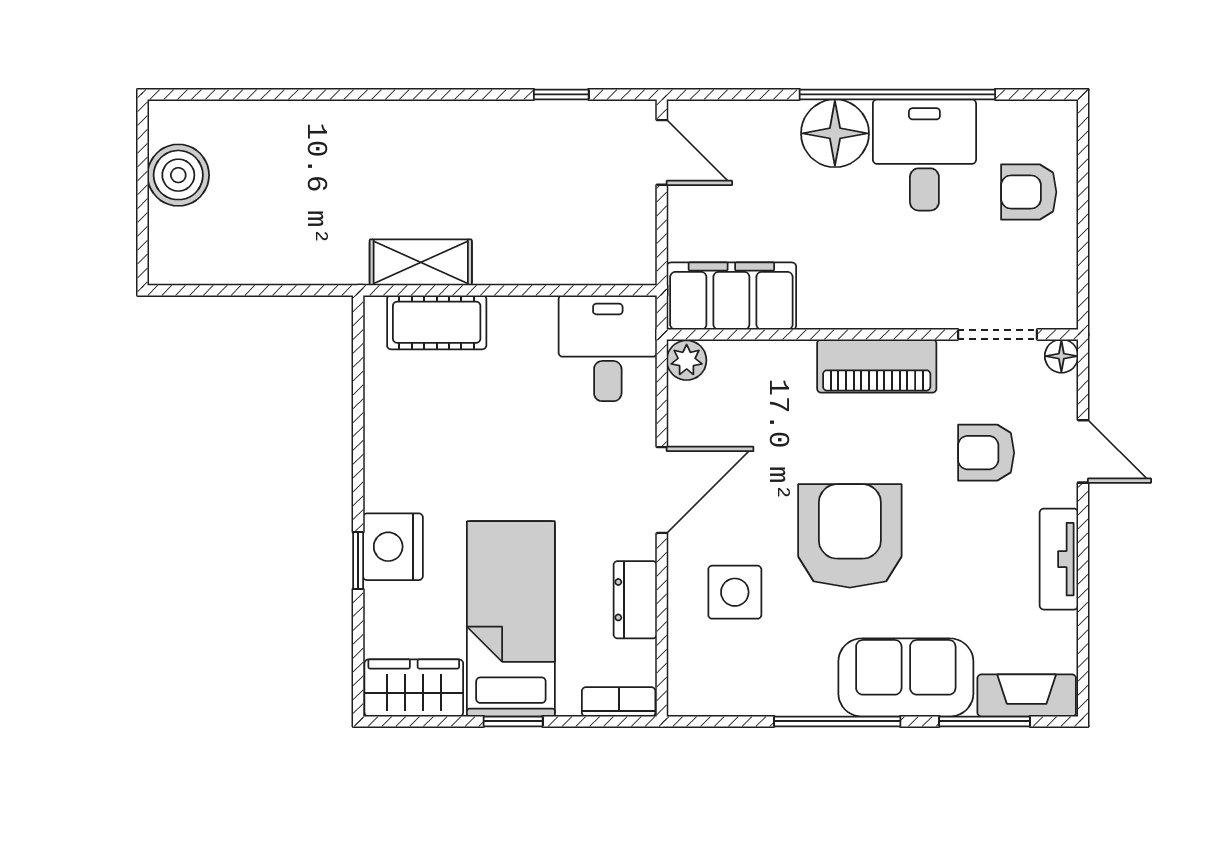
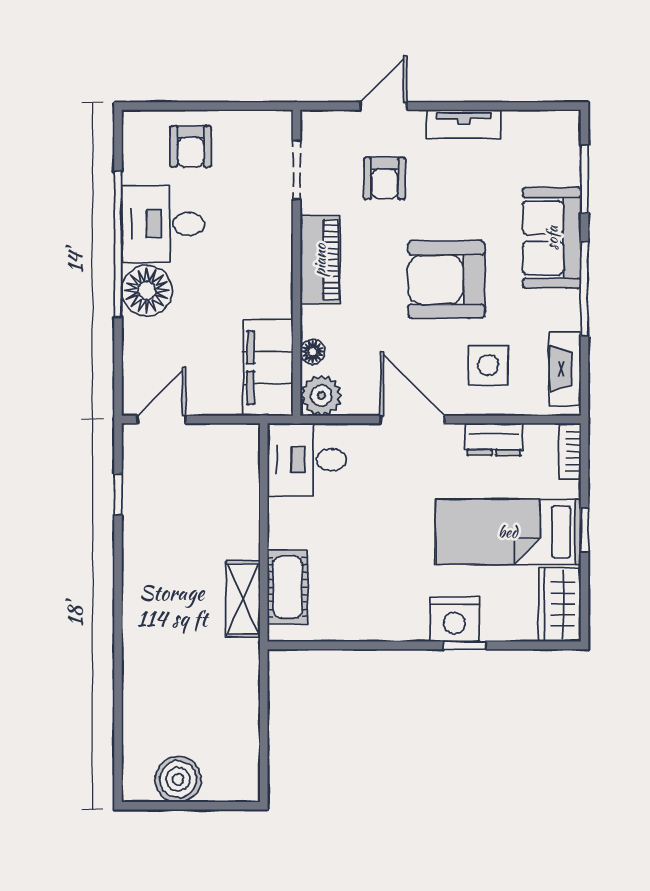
floor lamp: (1061, 356) -> (313, 352), moved
plant: (687, 360) -> (321, 395), width x1.38, depth x1.38
fireplace: (1027, 695) -> (565, 369), moved

